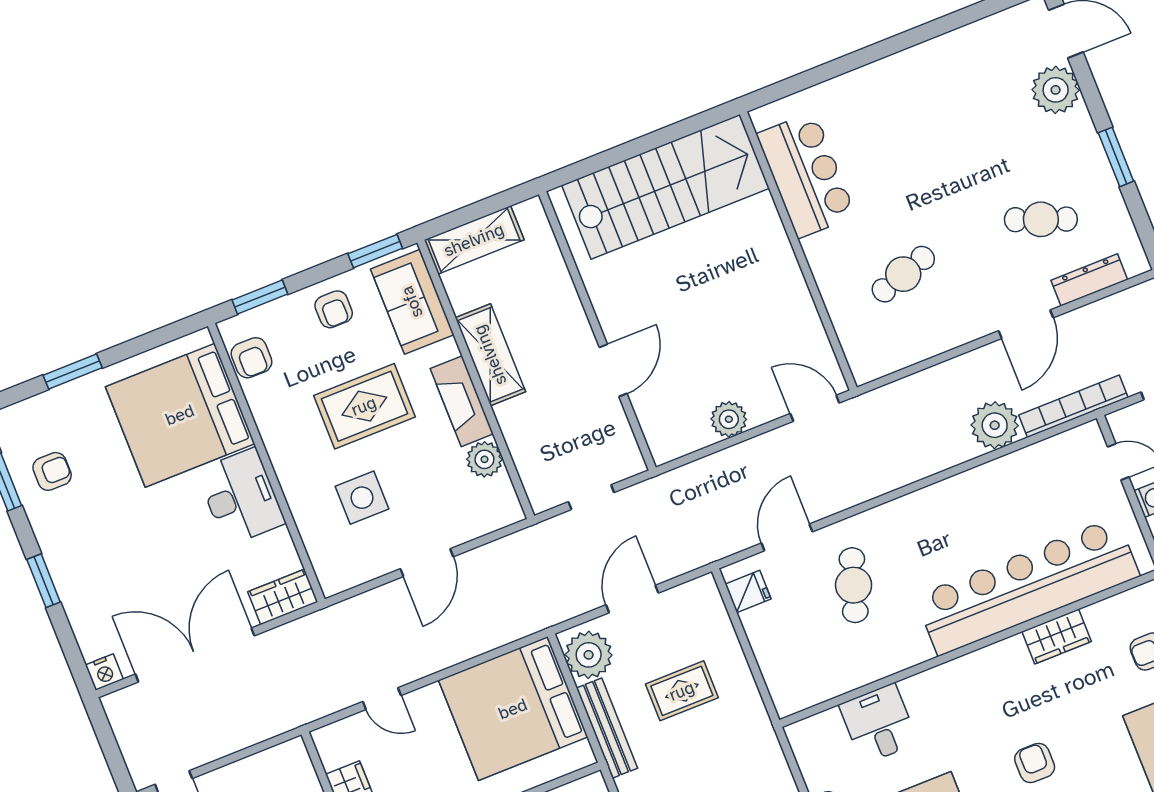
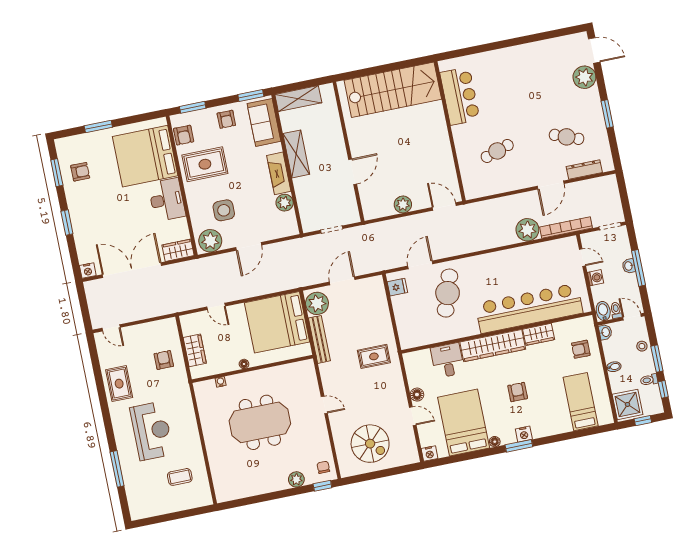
rug: (364, 406) -> (205, 164), moved
plant: (346, 565) -> (210, 241), added
cafe table: (854, 585) -> (448, 293), width x1.37, depth x1.35
wardrobe: (966, 677) -> (493, 346), added
rug: (682, 691) -> (374, 356), moved

